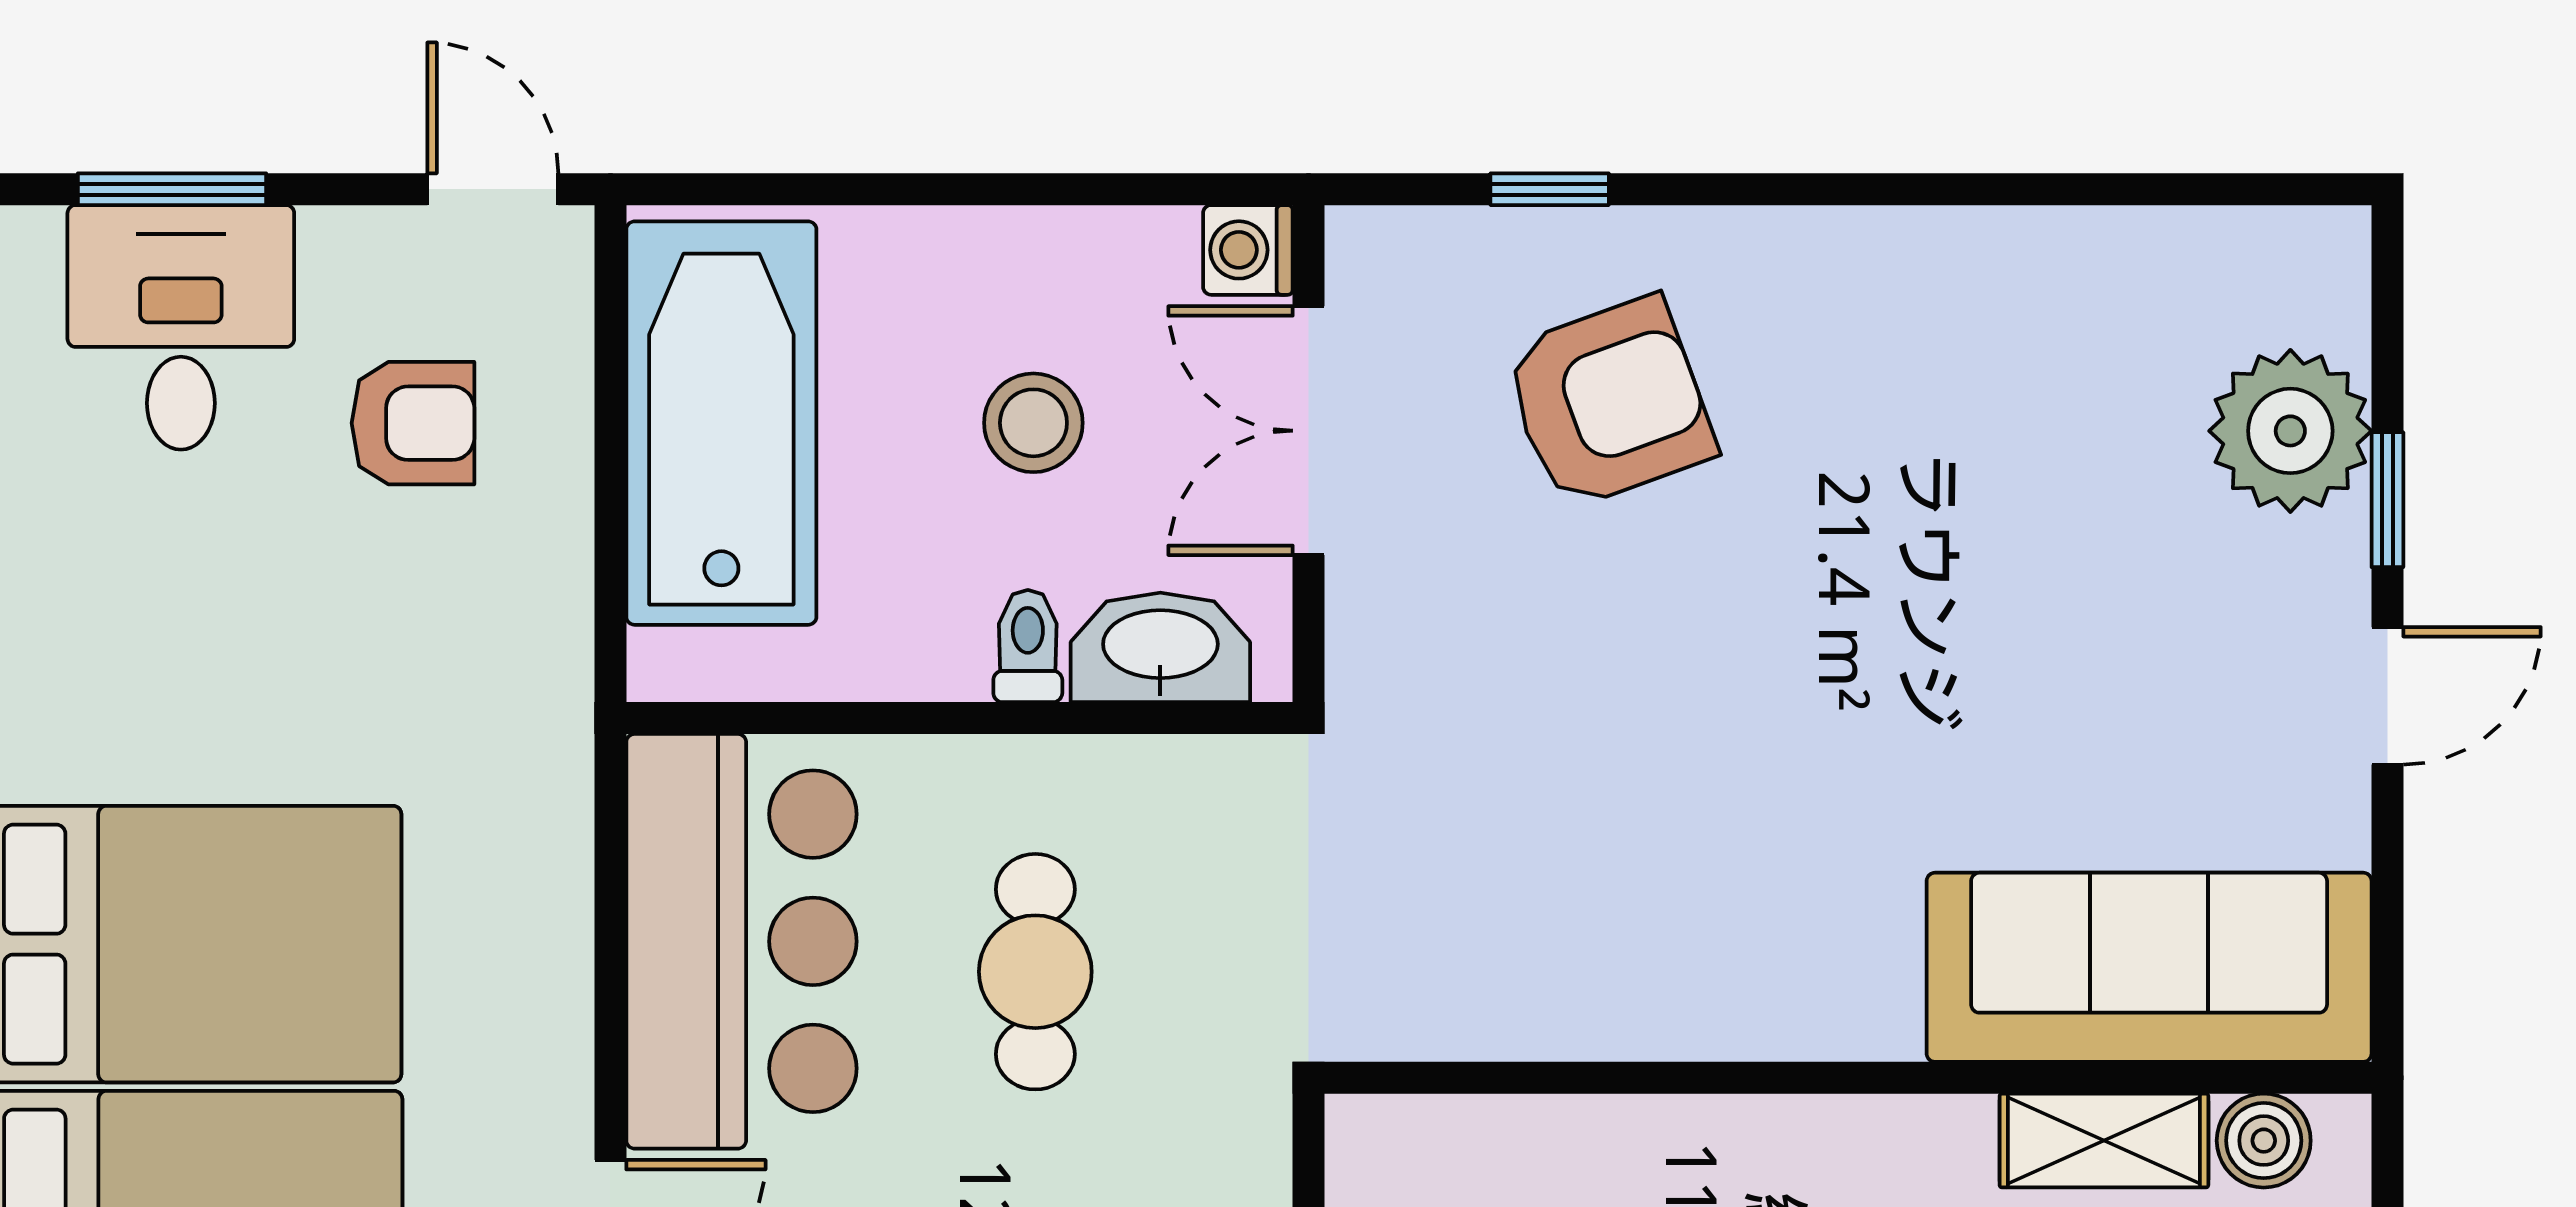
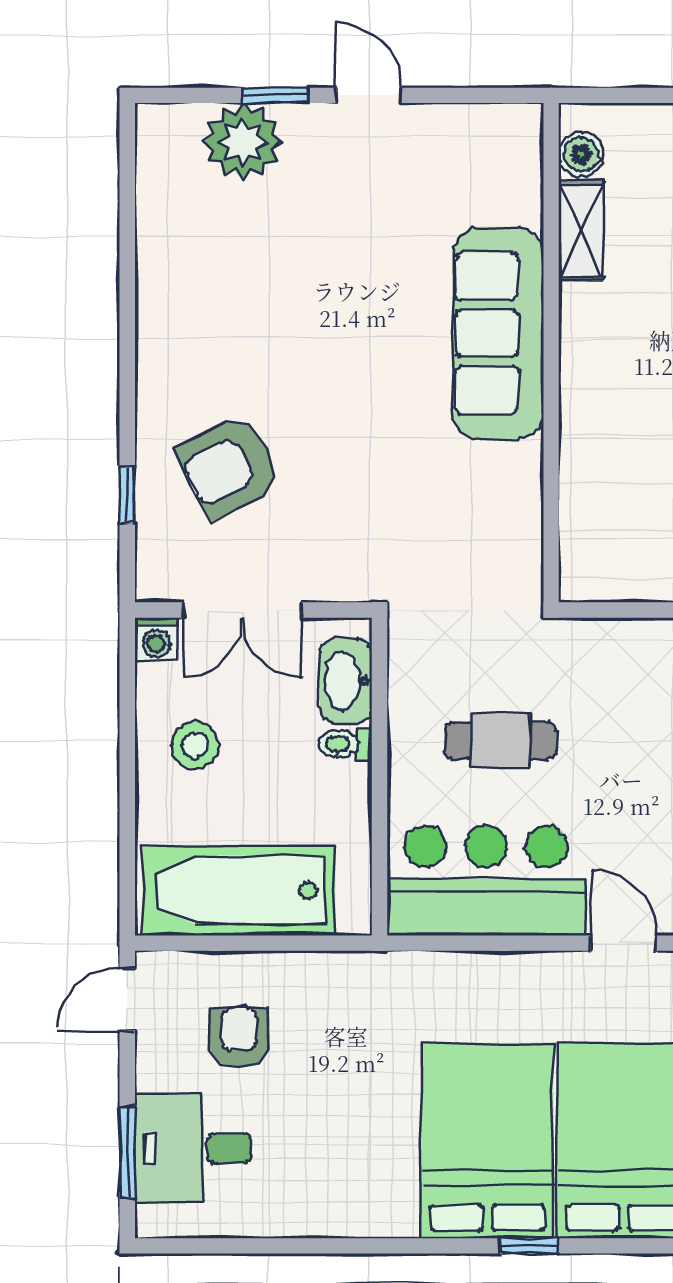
armchair: (1609, 403) -> (229, 467), turned -96
stool: (1033, 423) -> (195, 745), moved
sofa: (2149, 967) -> (498, 333), moved

